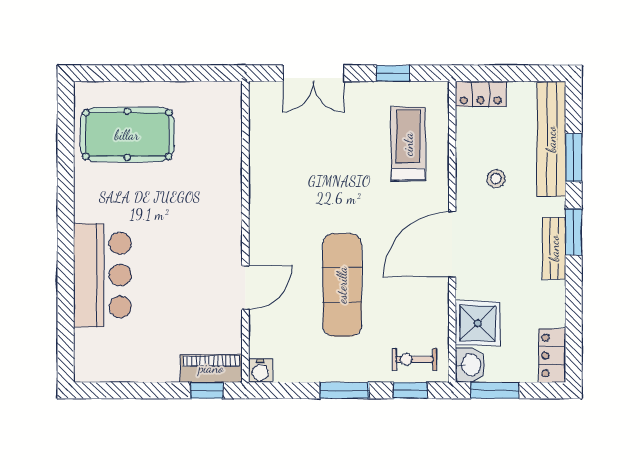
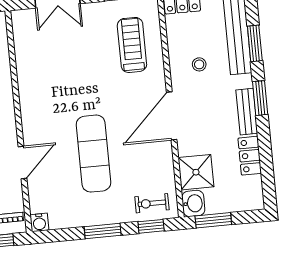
locker: (552, 356) -> (250, 156), moved

